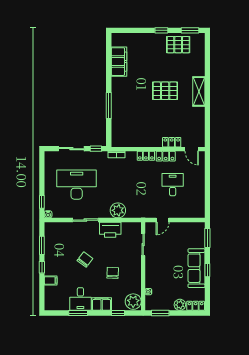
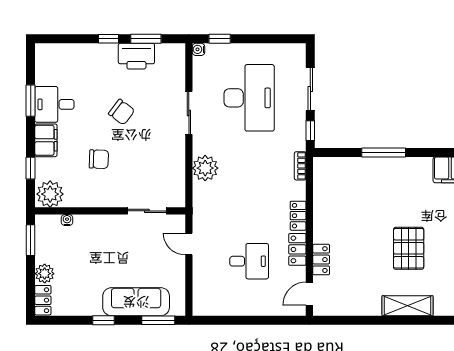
printer: (110, 230) -> (136, 56), moved, turned -90
sofa: (196, 268) -> (136, 302), moved
filing cabinet: (51, 280) -> (86, 54), removed

